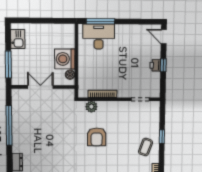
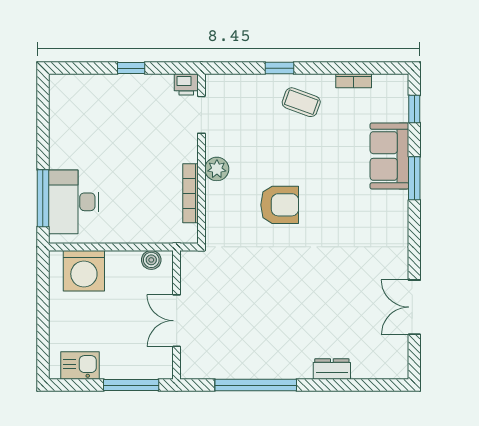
door: (164, 37) -> (73, 68), removed
washing machine: (65, 59) -> (84, 271), moved
printer: (155, 65) -> (186, 84), moved
plant: (91, 107) -> (217, 169), moved

